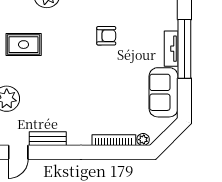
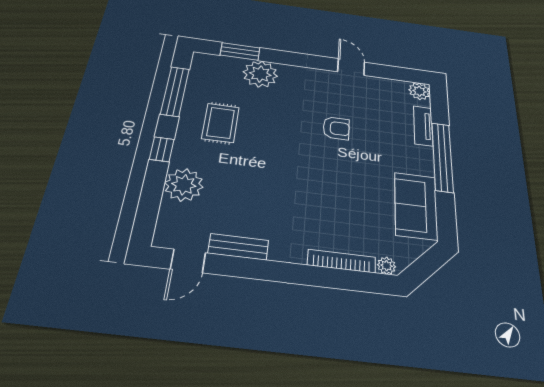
rug: (24, 45) -> (221, 123), turned 90
tv unit: (171, 49) -> (423, 126), moved

